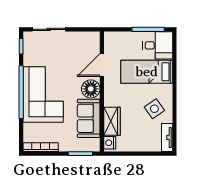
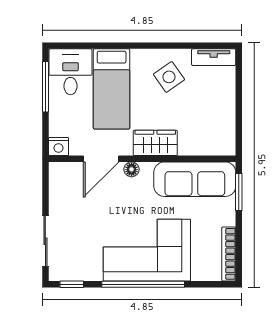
door: (102, 65) -> (101, 159), hinge flipped
floor lamp: (91, 89) -> (132, 169), width x0.53, depth x0.53
sofa: (89, 118) -> (195, 179), width x1.36
wardrobe: (112, 121) -> (155, 143), moved
nightstand: (110, 143) -> (59, 146), moved

